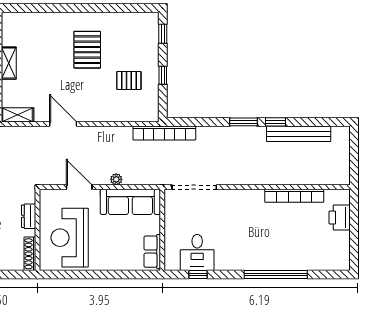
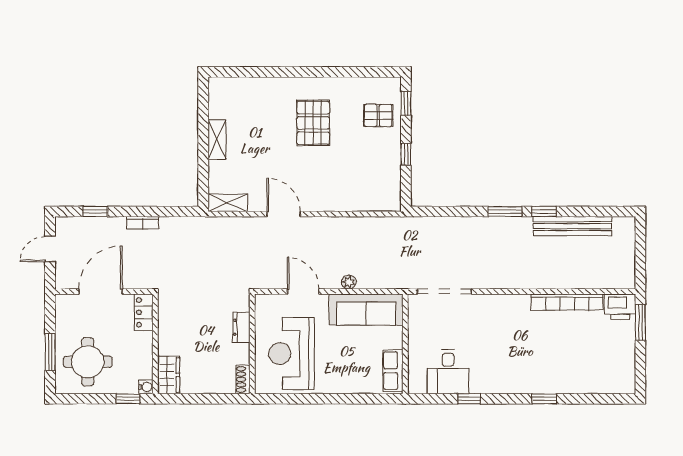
pallet: (129, 80) -> (378, 115), moved
bookcase: (164, 133) -> (408, 225), removed
window: (354, 212) -> (640, 322), added
printer: (340, 218) -> (620, 307), moved, turned -90
shoe rack: (30, 254) -> (243, 379), width x0.70
window: (198, 275) -> (469, 399), moved
window: (276, 275) -> (544, 399), width x0.32

